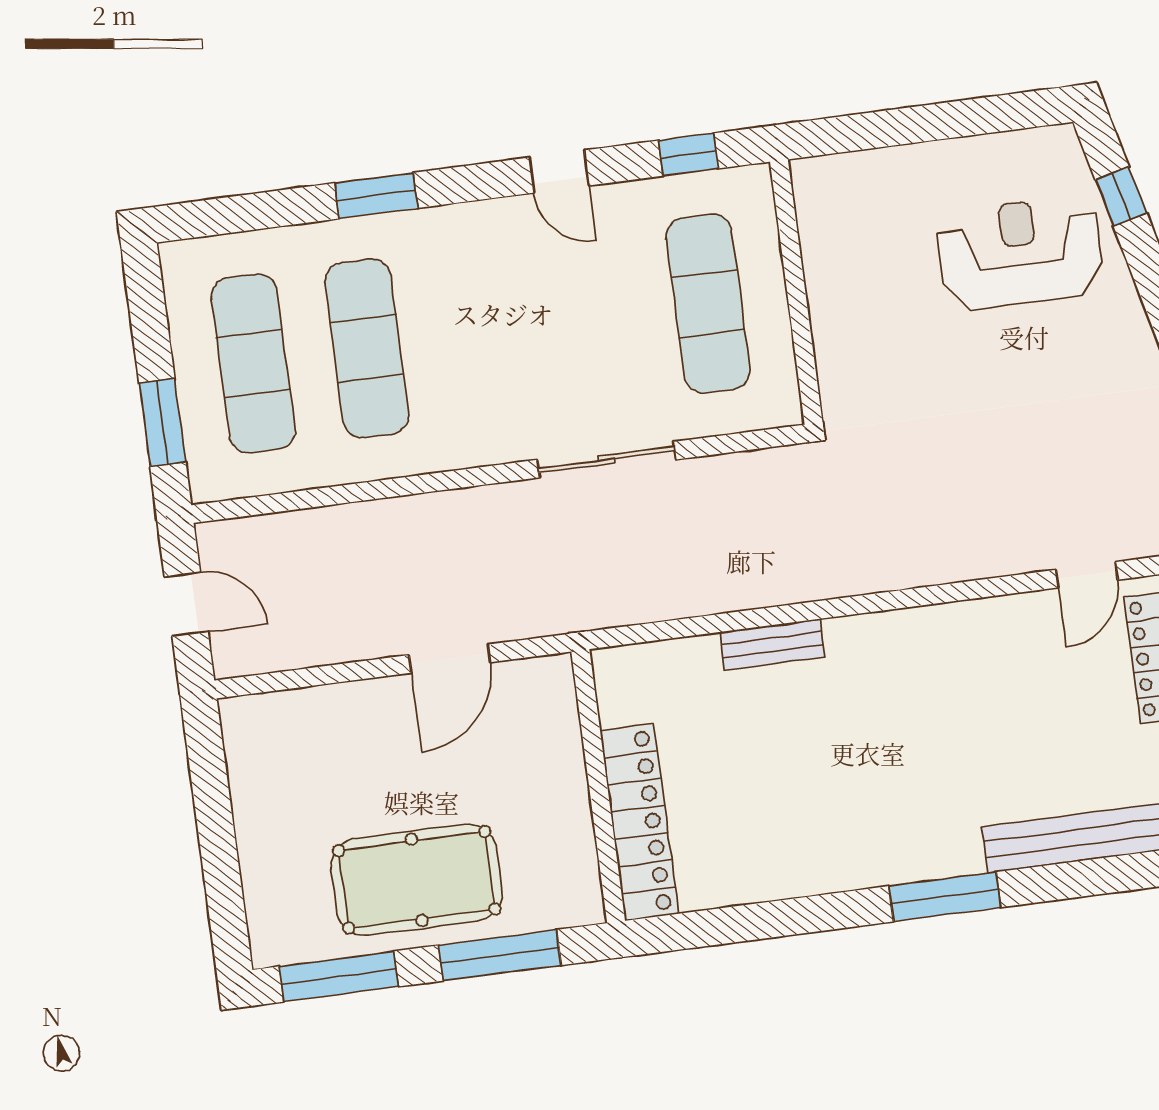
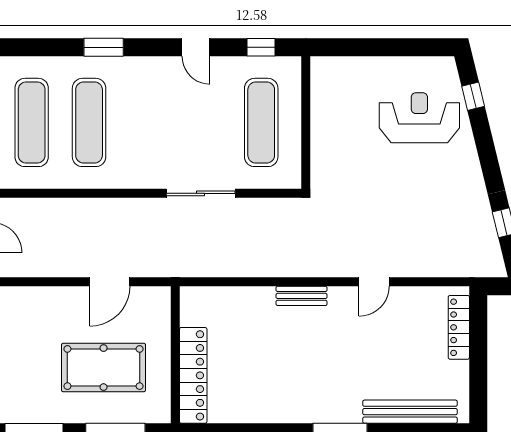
door: (1087, 575) -> (374, 282), moved
bench: (772, 645) -> (302, 296), moved
pool table: (417, 880) -> (104, 368), moved

